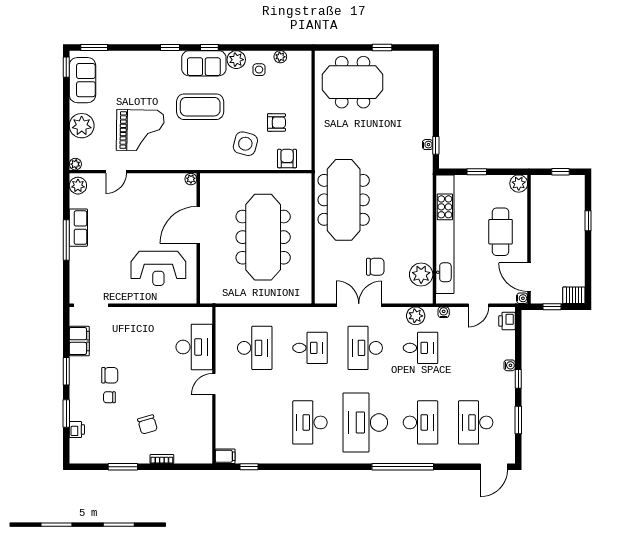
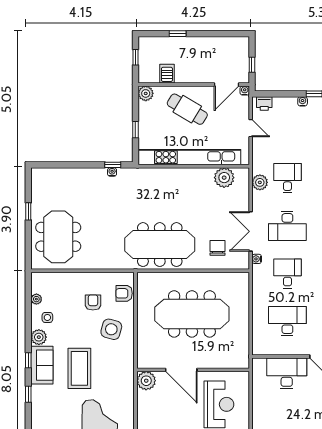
plant: (191, 179) -> (146, 381), width x1.88, depth x1.88
cafe table: (501, 232) -> (187, 109), turned 31
chair: (375, 267) -> (217, 248), moved
server rack: (574, 295) -> (167, 74), moved, turned 180
water cooler: (444, 312) -> (257, 259), moved

